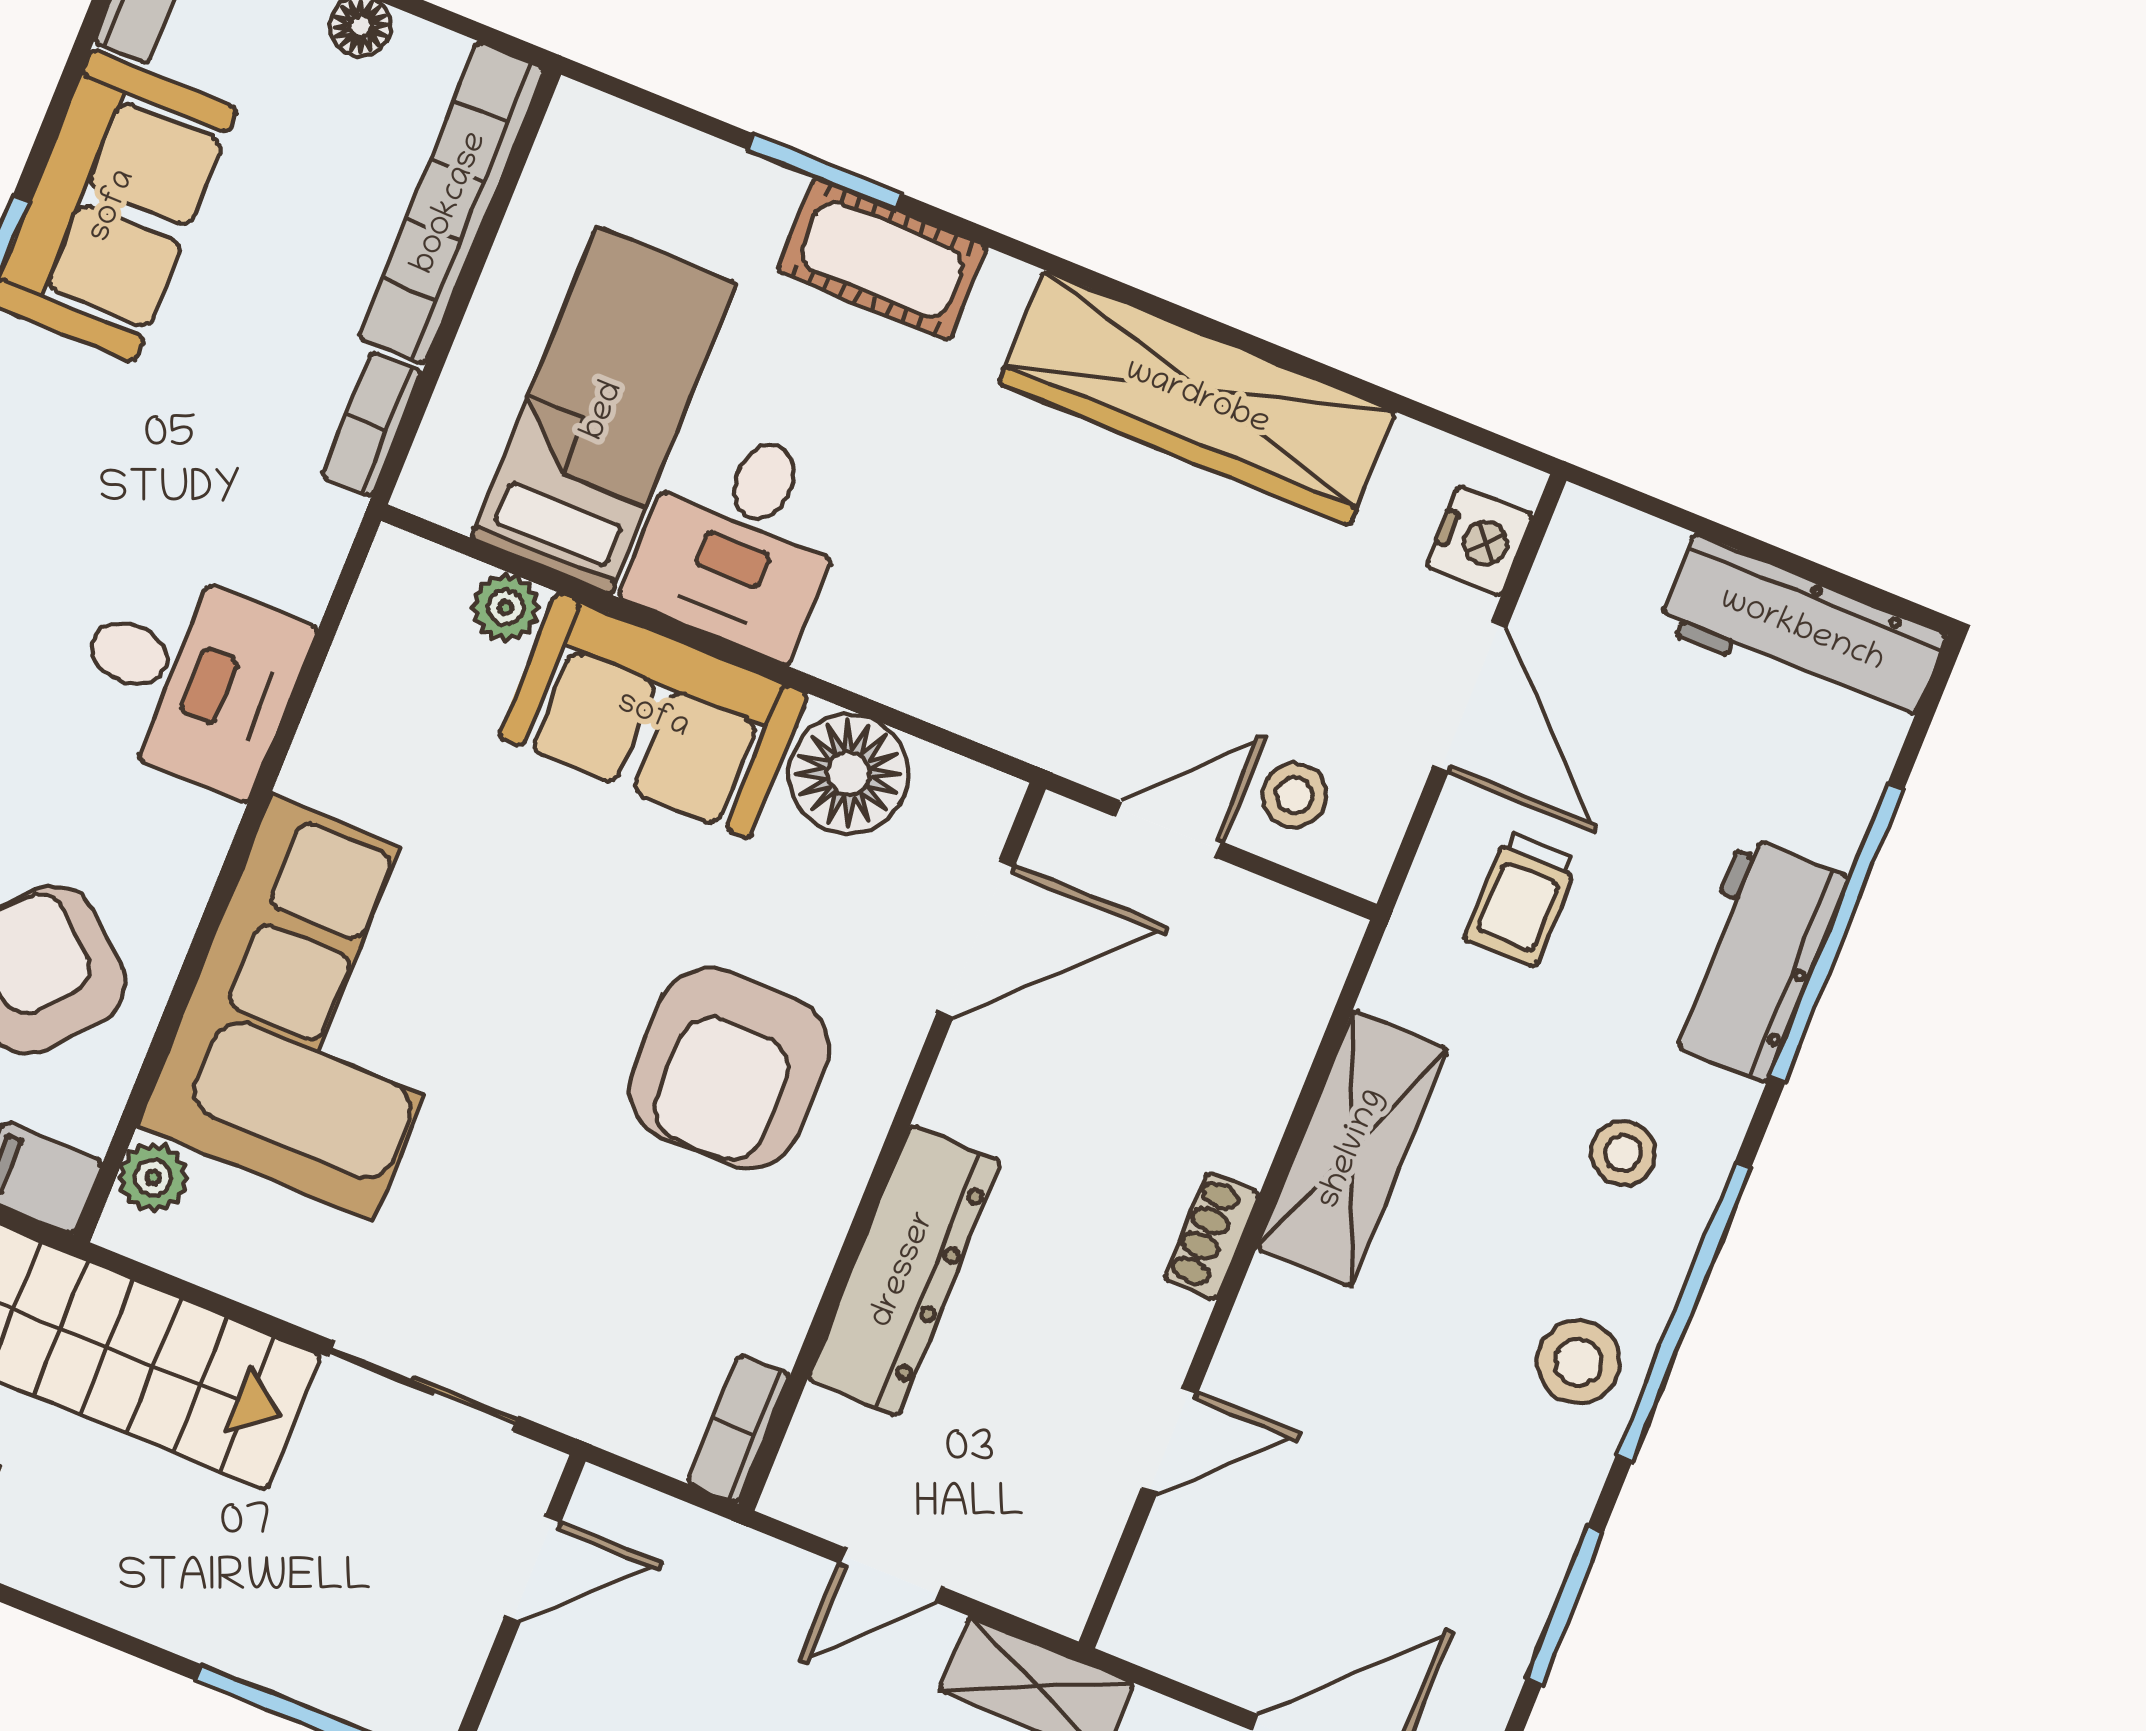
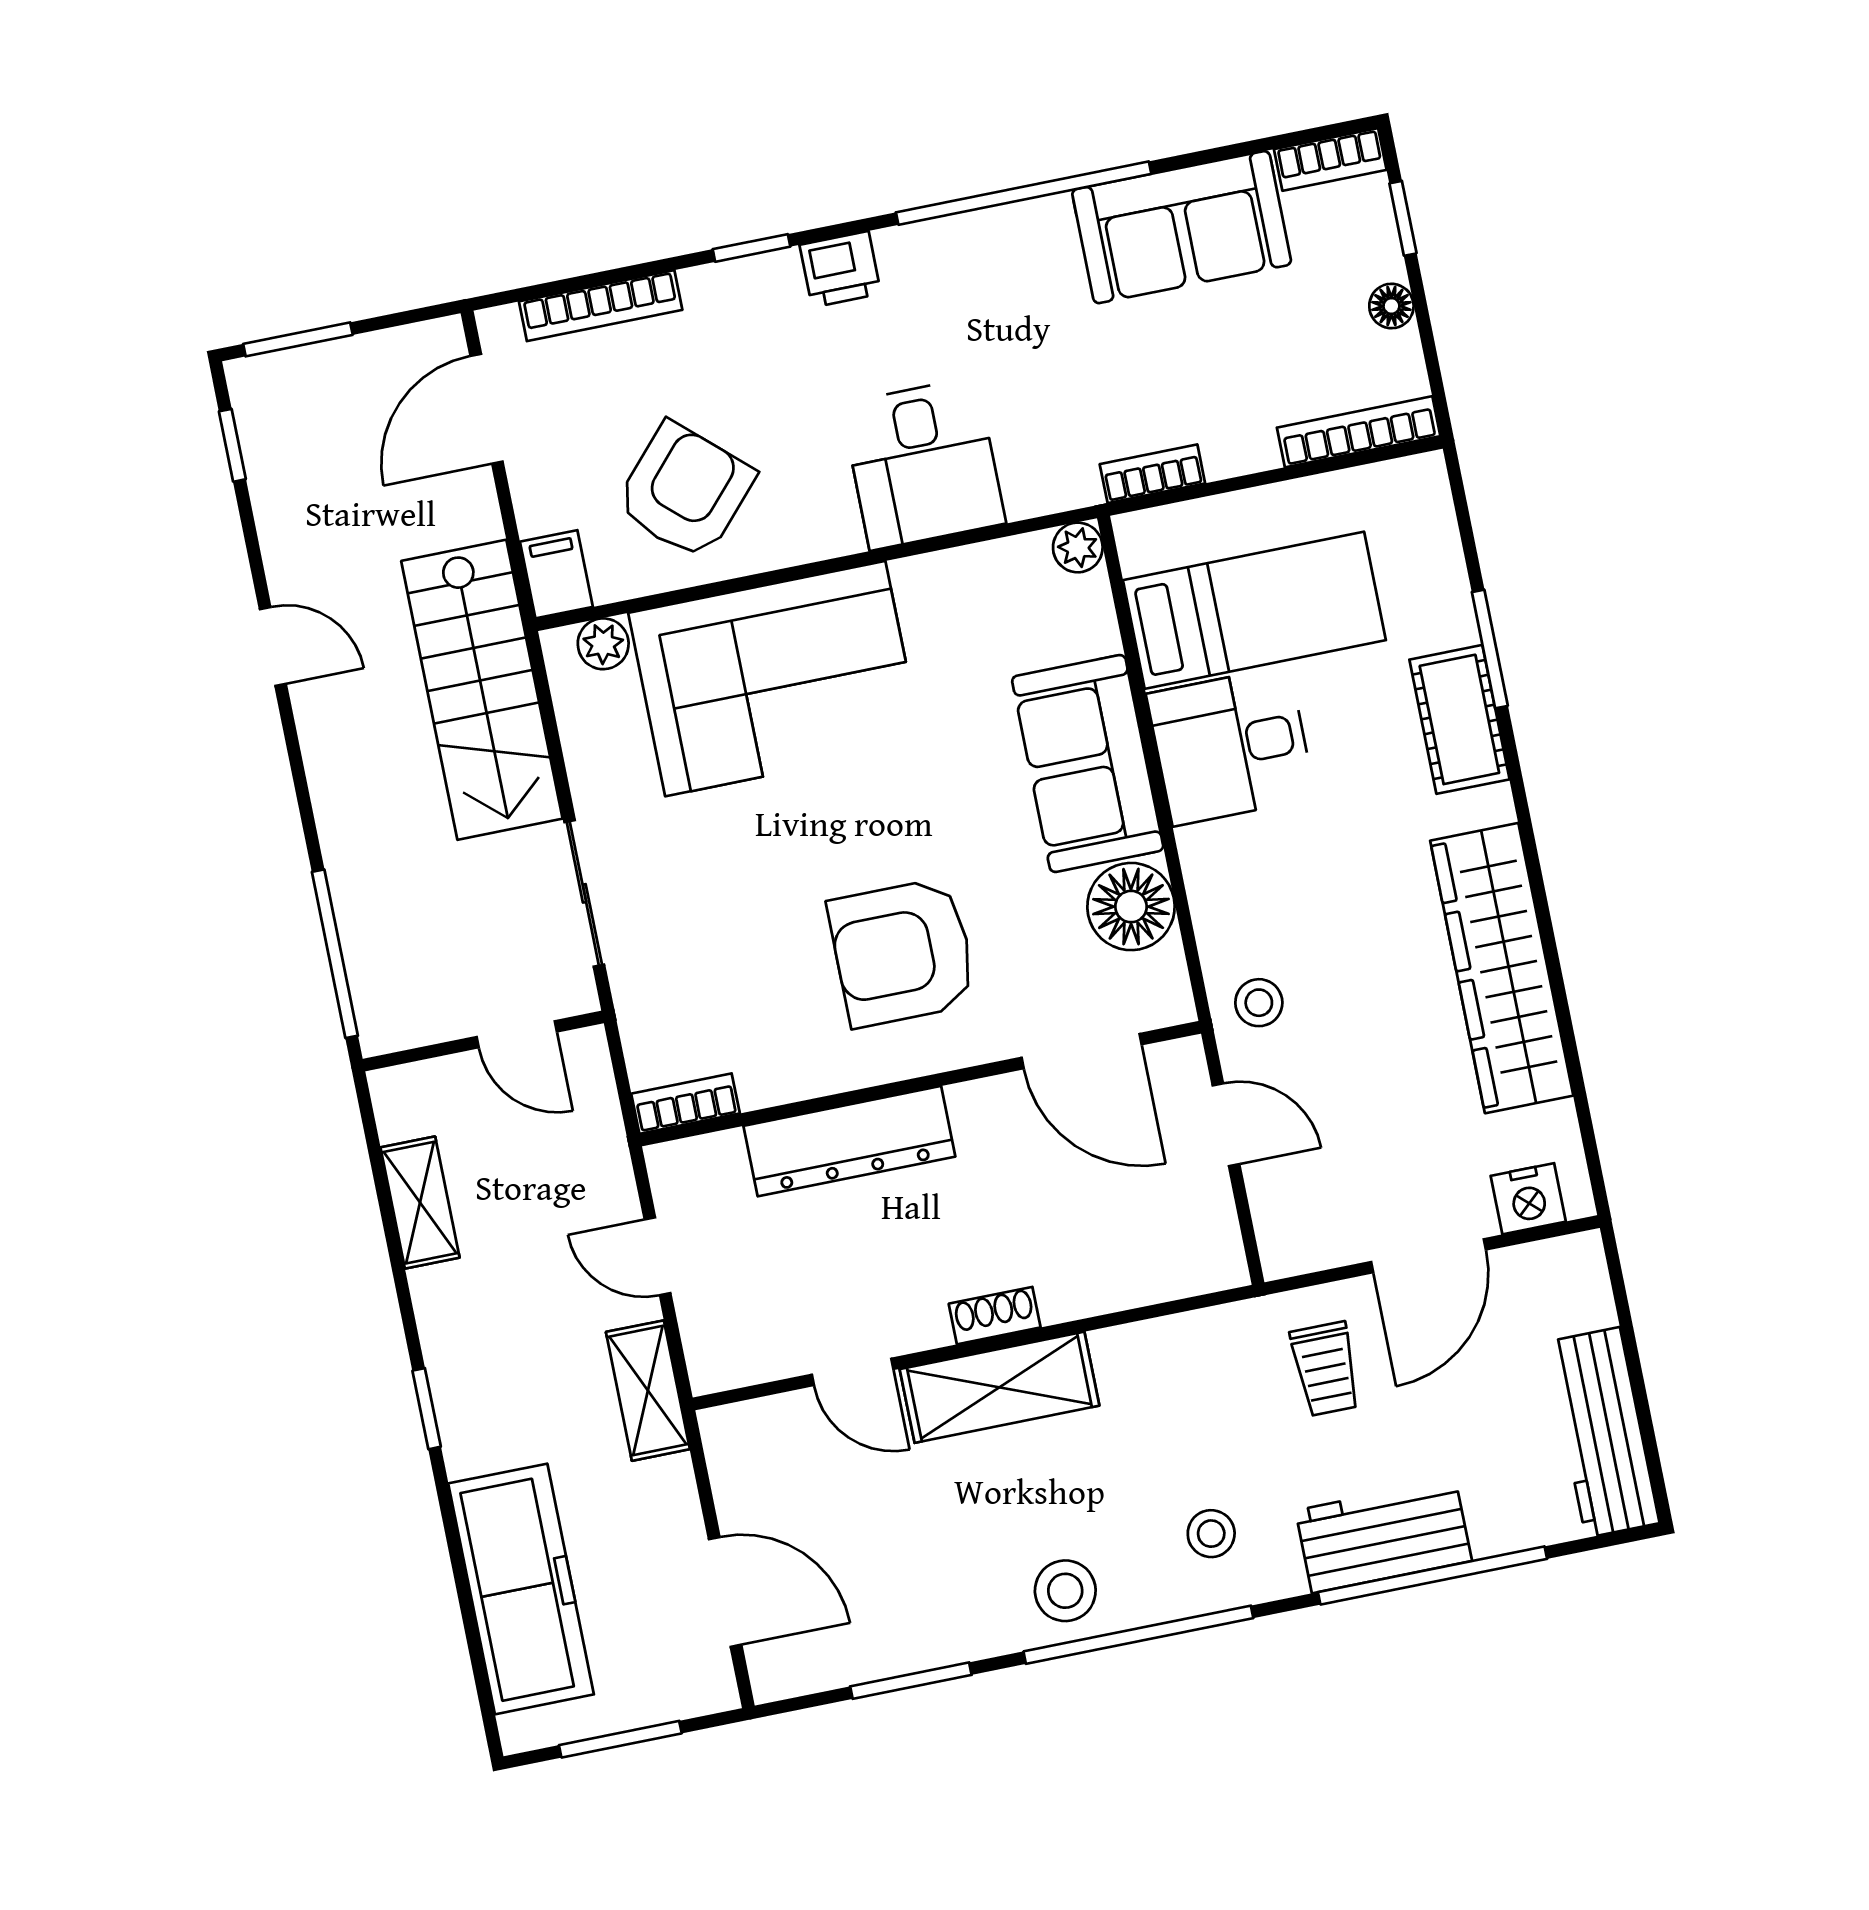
bookcase: (451, 203) -> (1359, 432), width x0.68, depth x0.76
plant: (506, 607) -> (1078, 547), moved
stool: (1295, 795) -> (1259, 1003), moved
trolley: (1521, 899) -> (1326, 1369), turned -90
shelving: (1352, 1149) -> (999, 1387), moved

